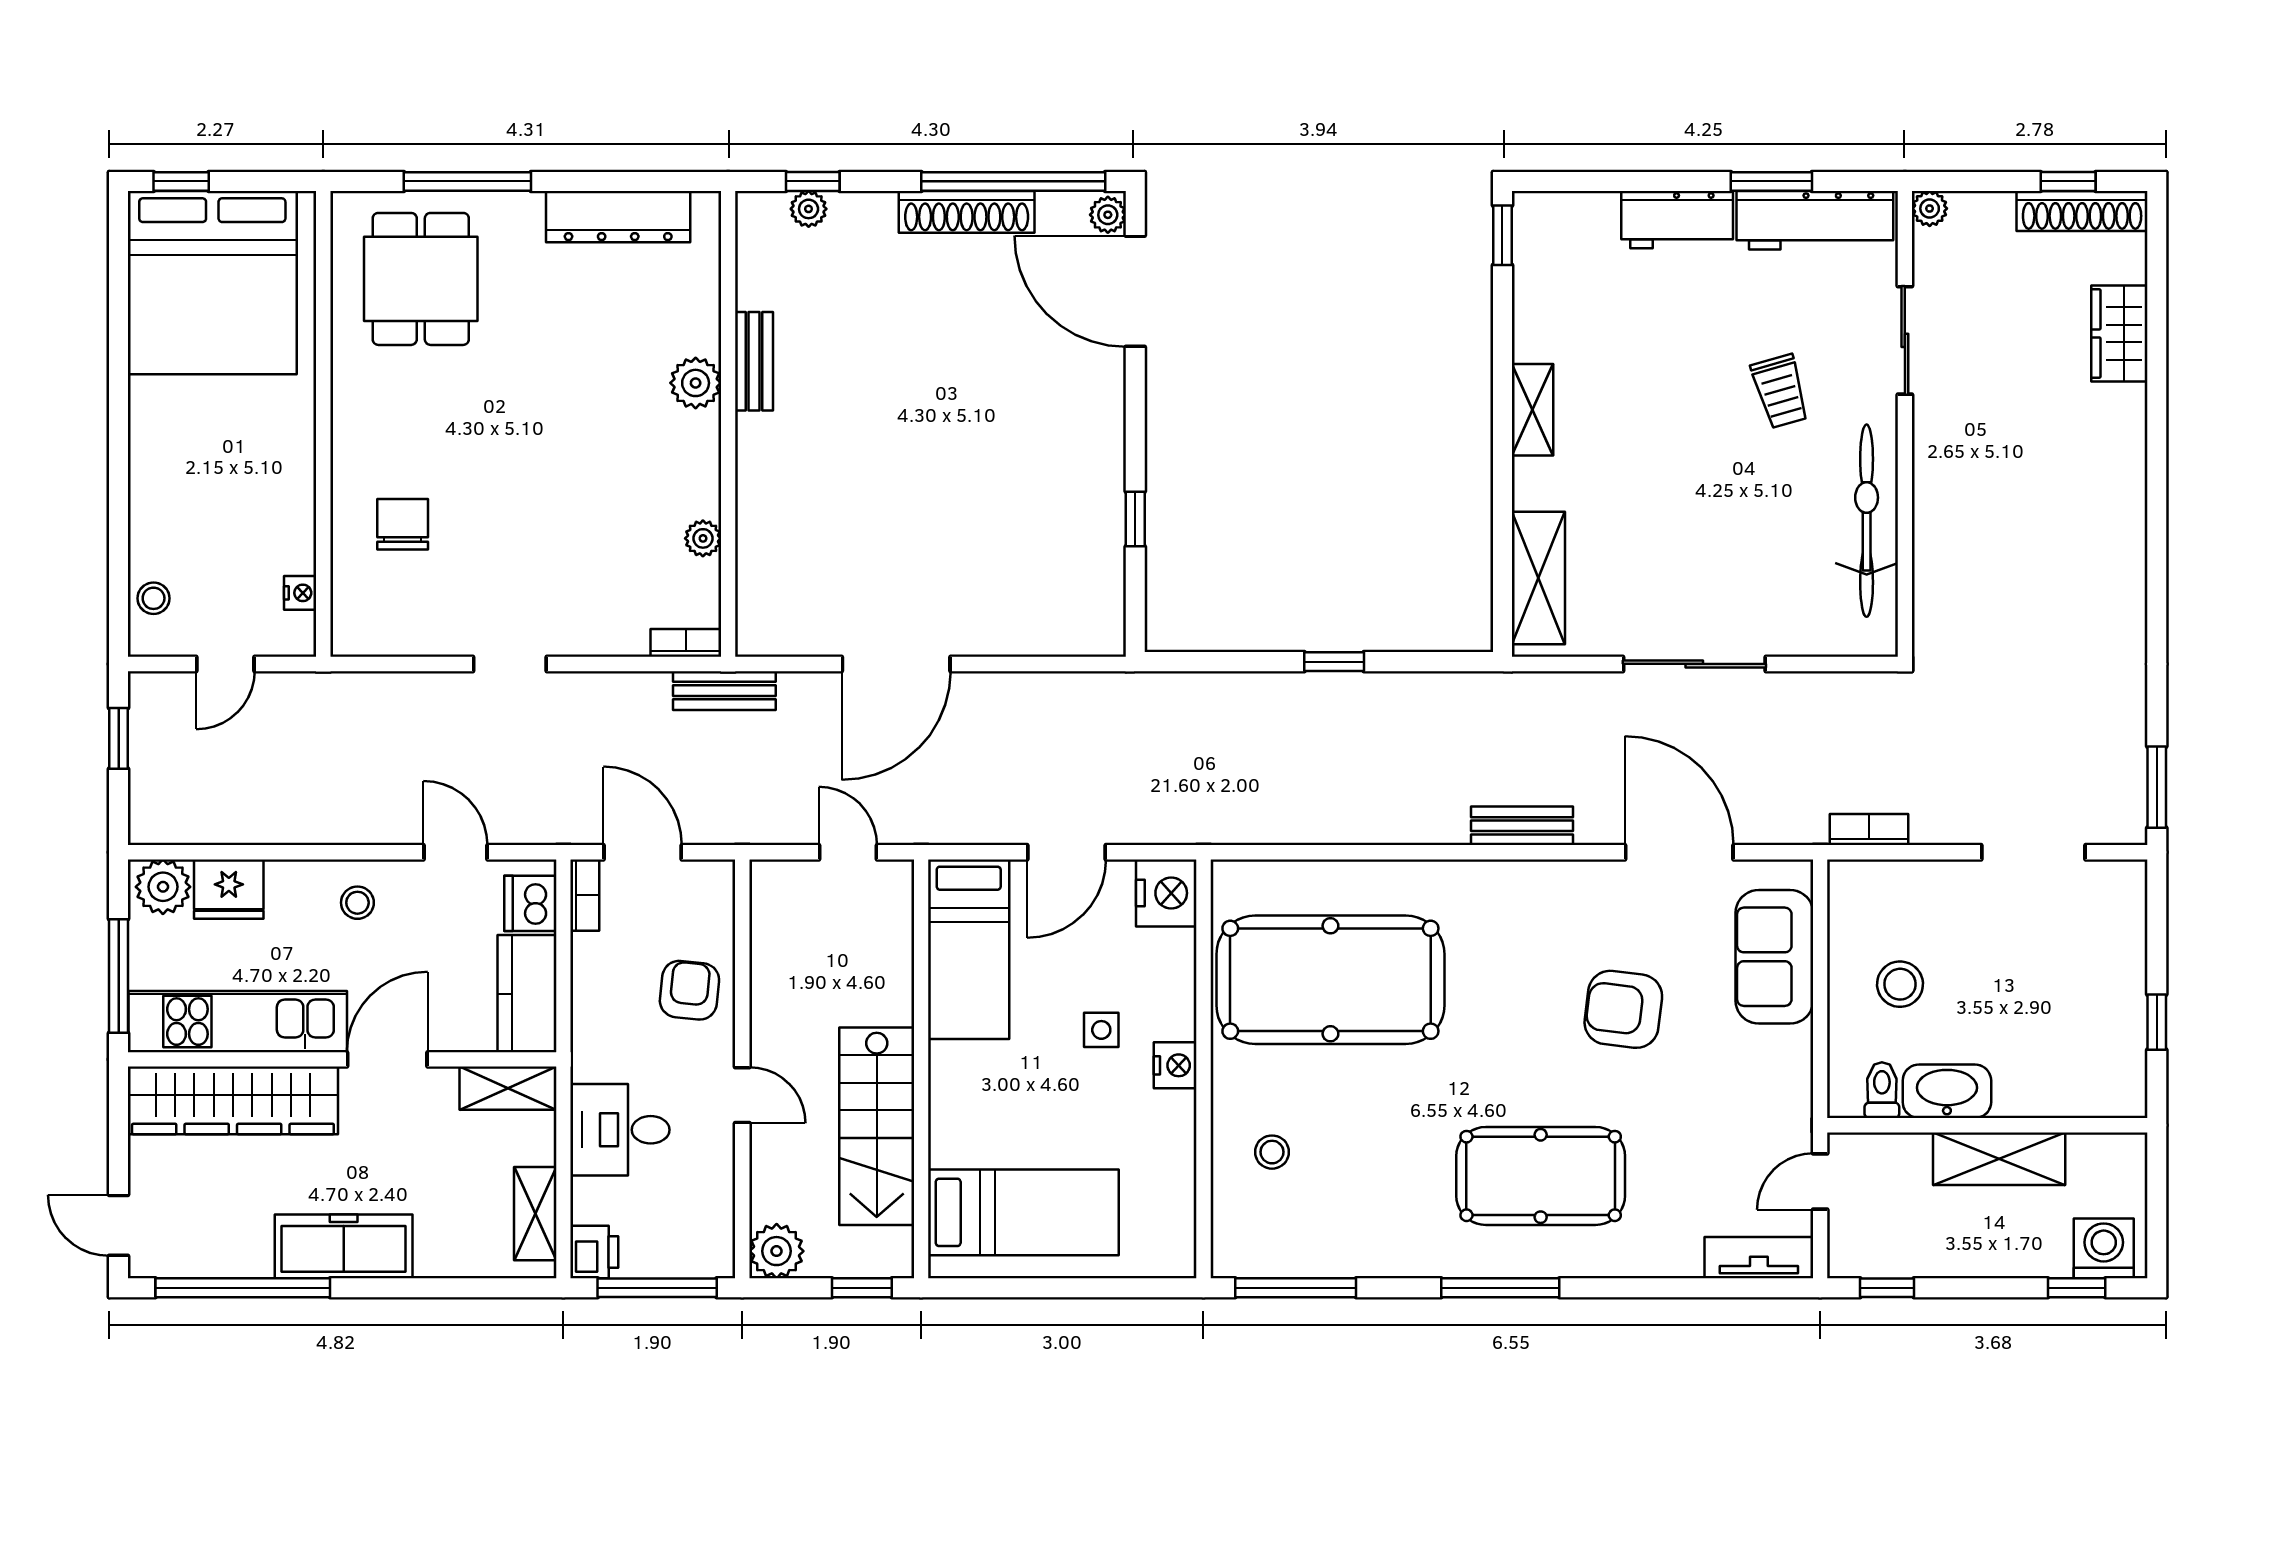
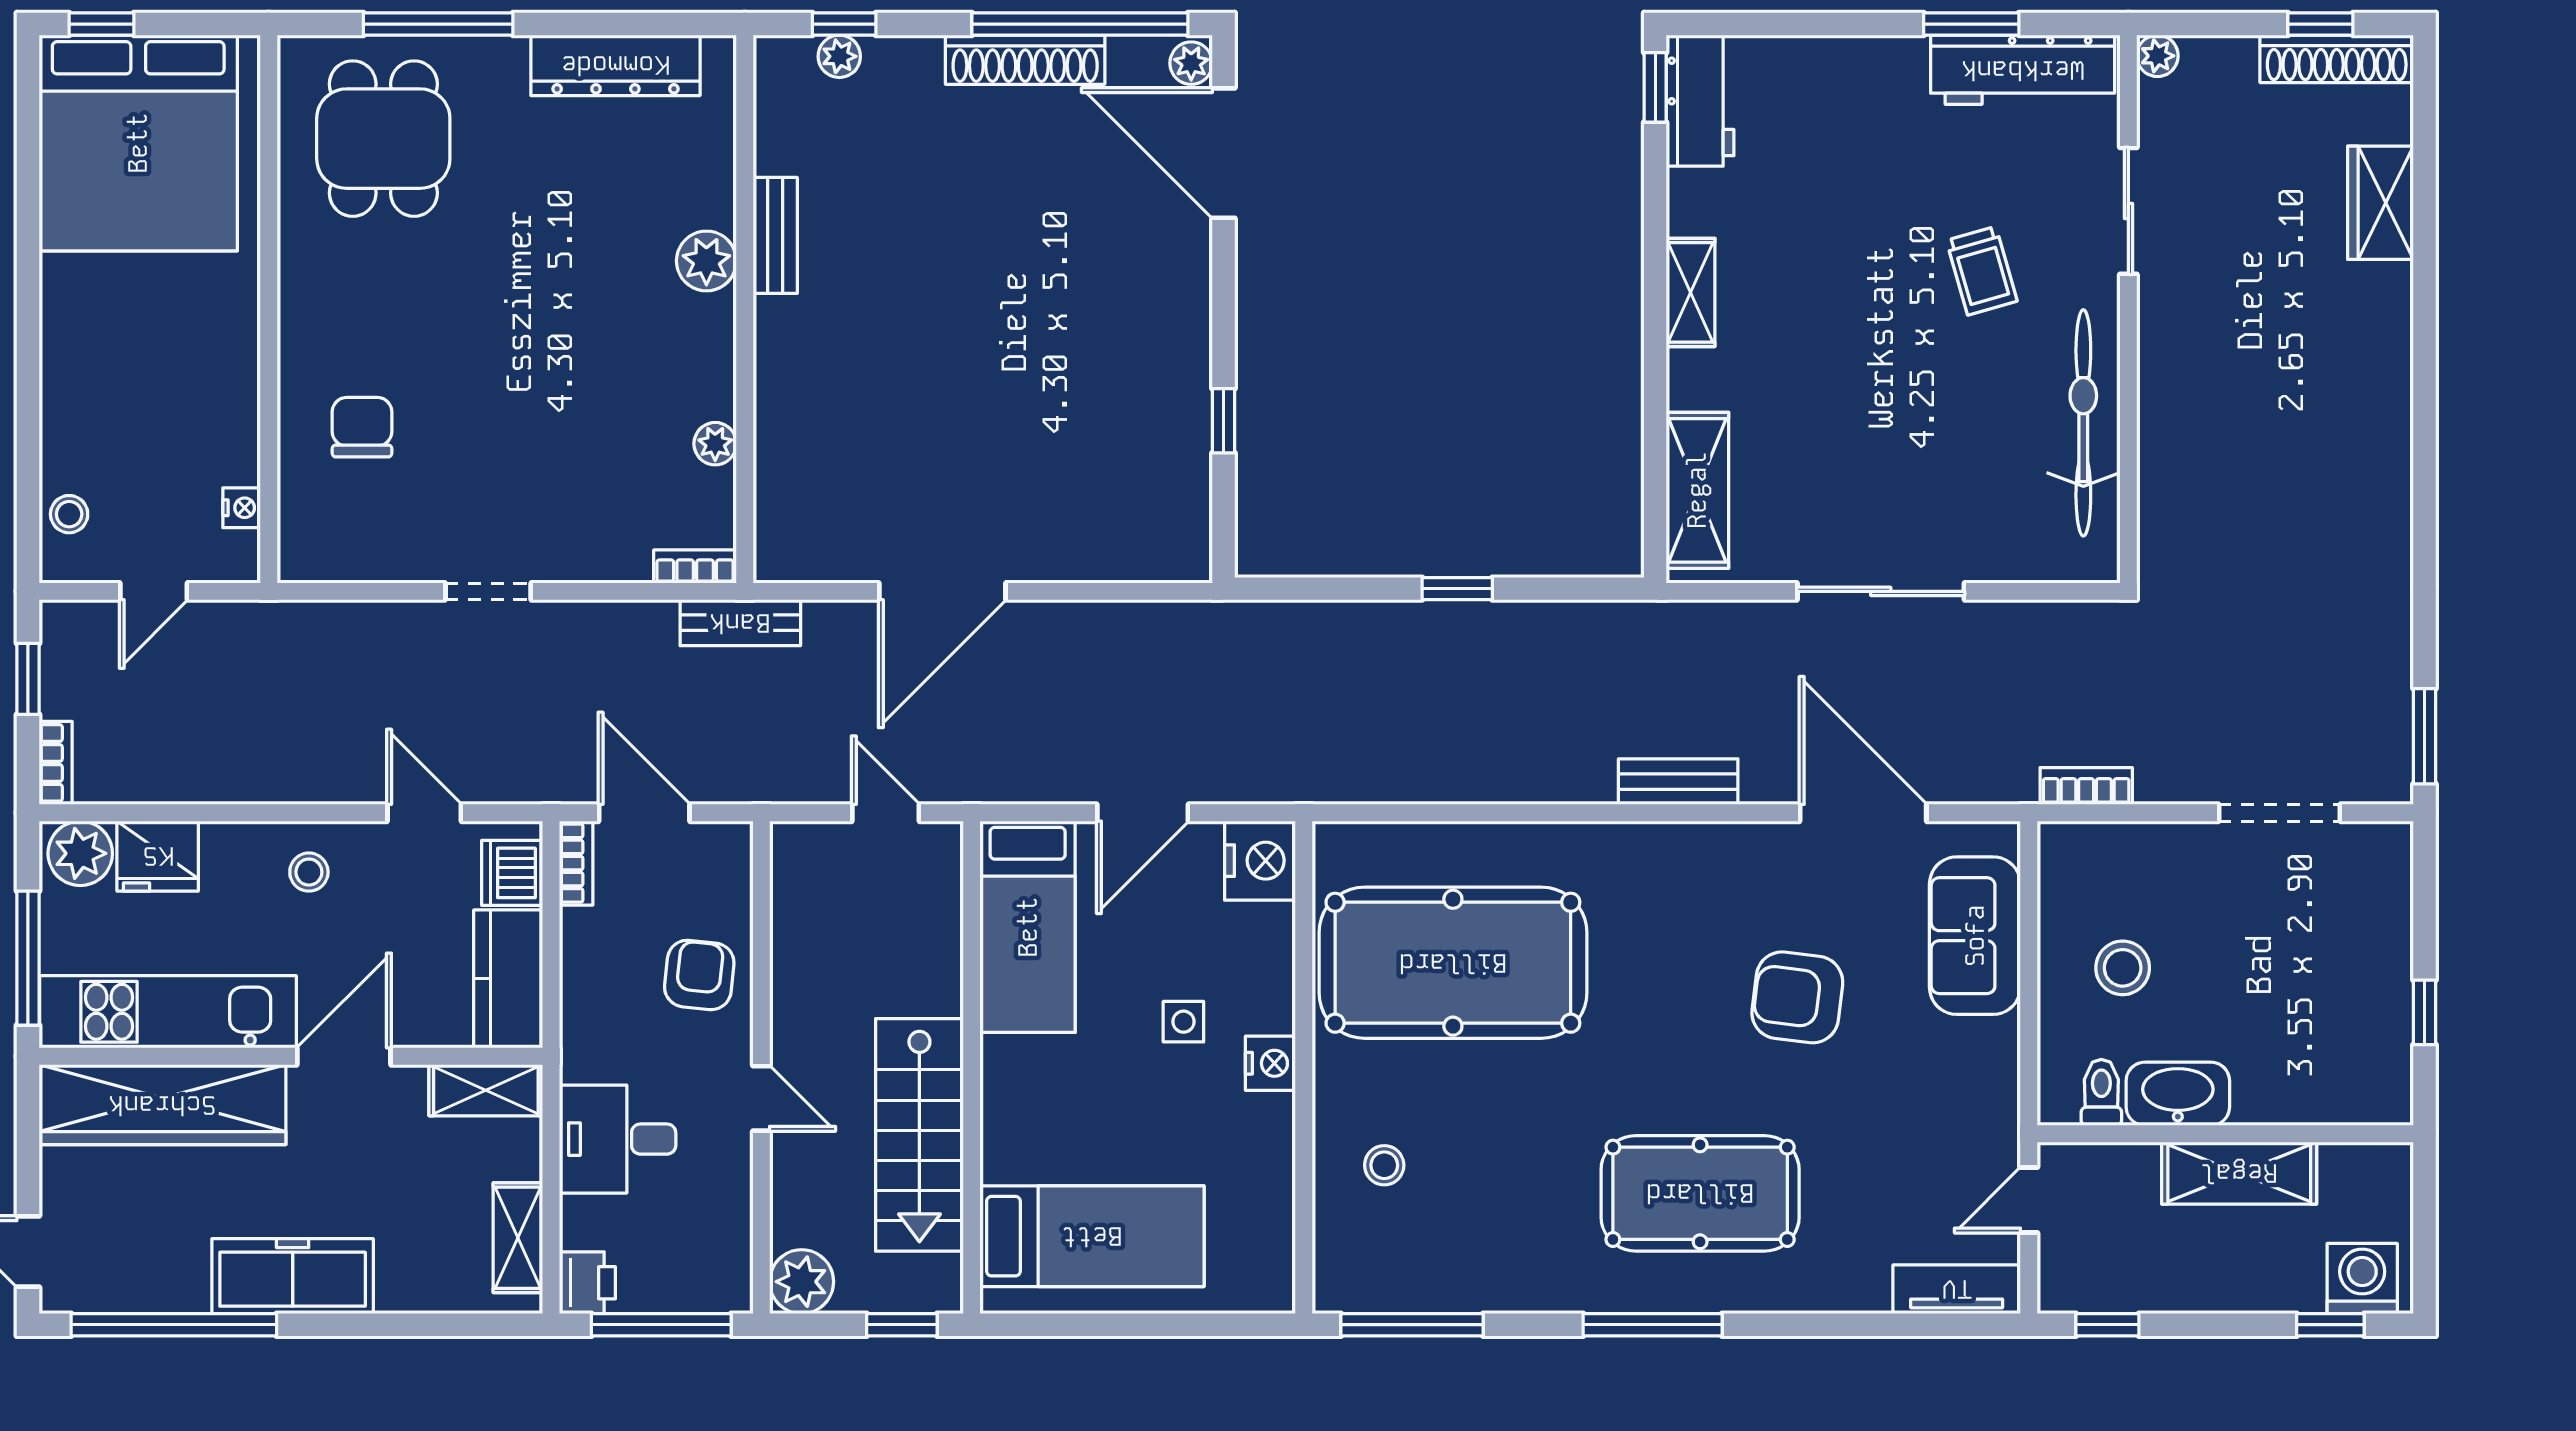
workbench: (1677, 220) -> (1700, 101), moved, turned -90
bookcase: (142, 810) -> (56, 763), added

